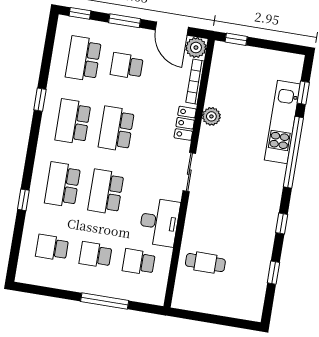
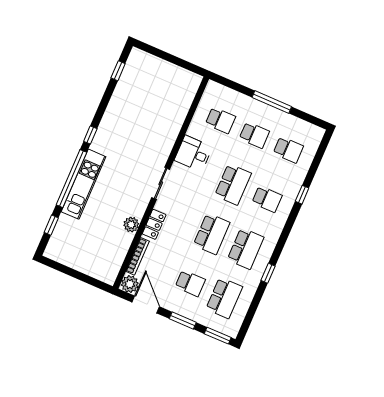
window: (80, 13) -> (218, 336), width x1.50
window: (236, 39) -> (95, 283), removed
kitchen unit: (282, 122) -> (84, 184), moved
school desk: (63, 185) -> (267, 199), width x0.54
desk: (159, 222) -> (193, 153), width x0.73
window: (282, 224) -> (90, 135), moved
cafe table: (205, 263) -> (166, 106), removed
window: (273, 273) -> (118, 71), moved
window: (105, 301) -> (272, 102), moved

